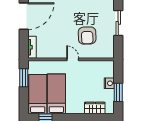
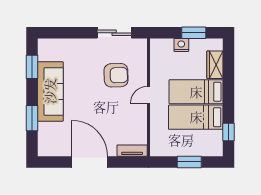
sliding door: (118, 23) -> (114, 33), moved
window: (24, 78) -> (189, 162), moved
bed: (38, 94) -> (196, 92), moved

